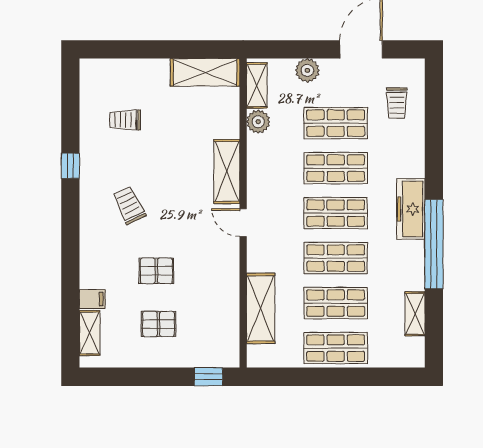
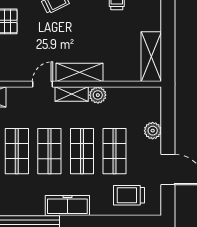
shelving: (257, 85) -> (72, 94), moved
trolley: (397, 103) -> (129, 195), width x1.36, depth x1.39
plant: (258, 122) -> (98, 95), moved
freezer: (411, 209) -> (67, 205), moved

